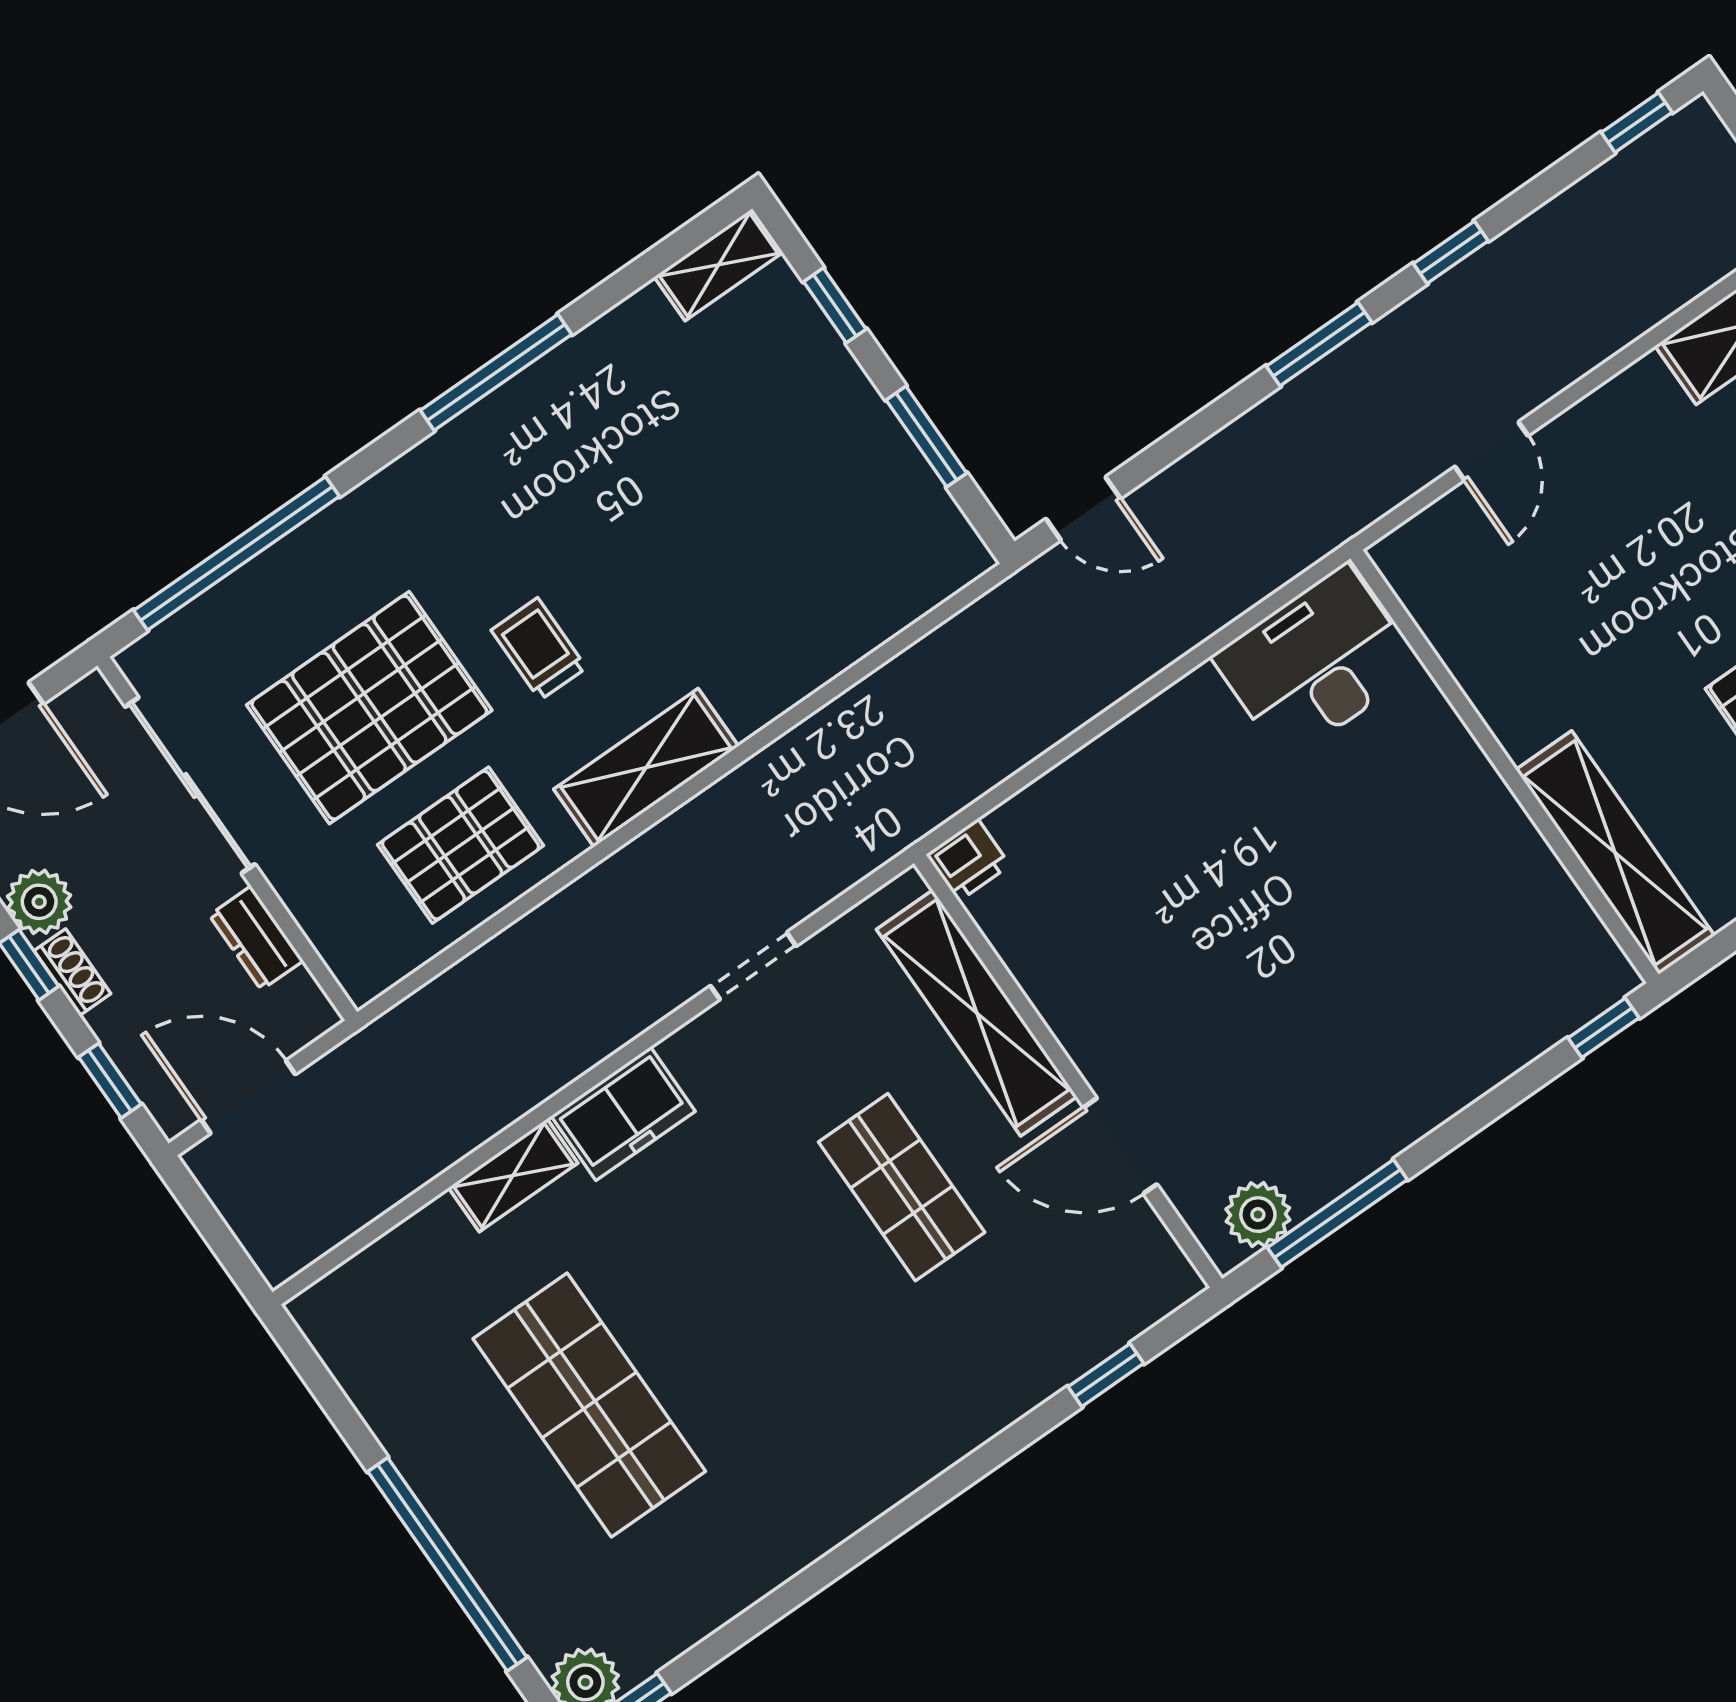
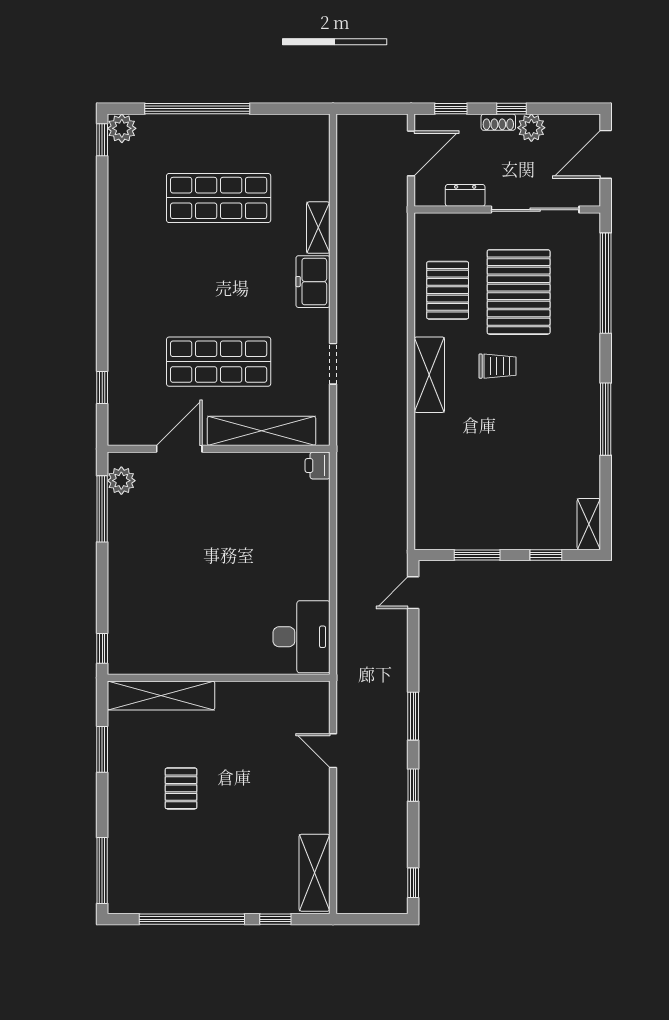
shop shelf: (902, 1187) -> (219, 362), width x1.43, depth x1.36

